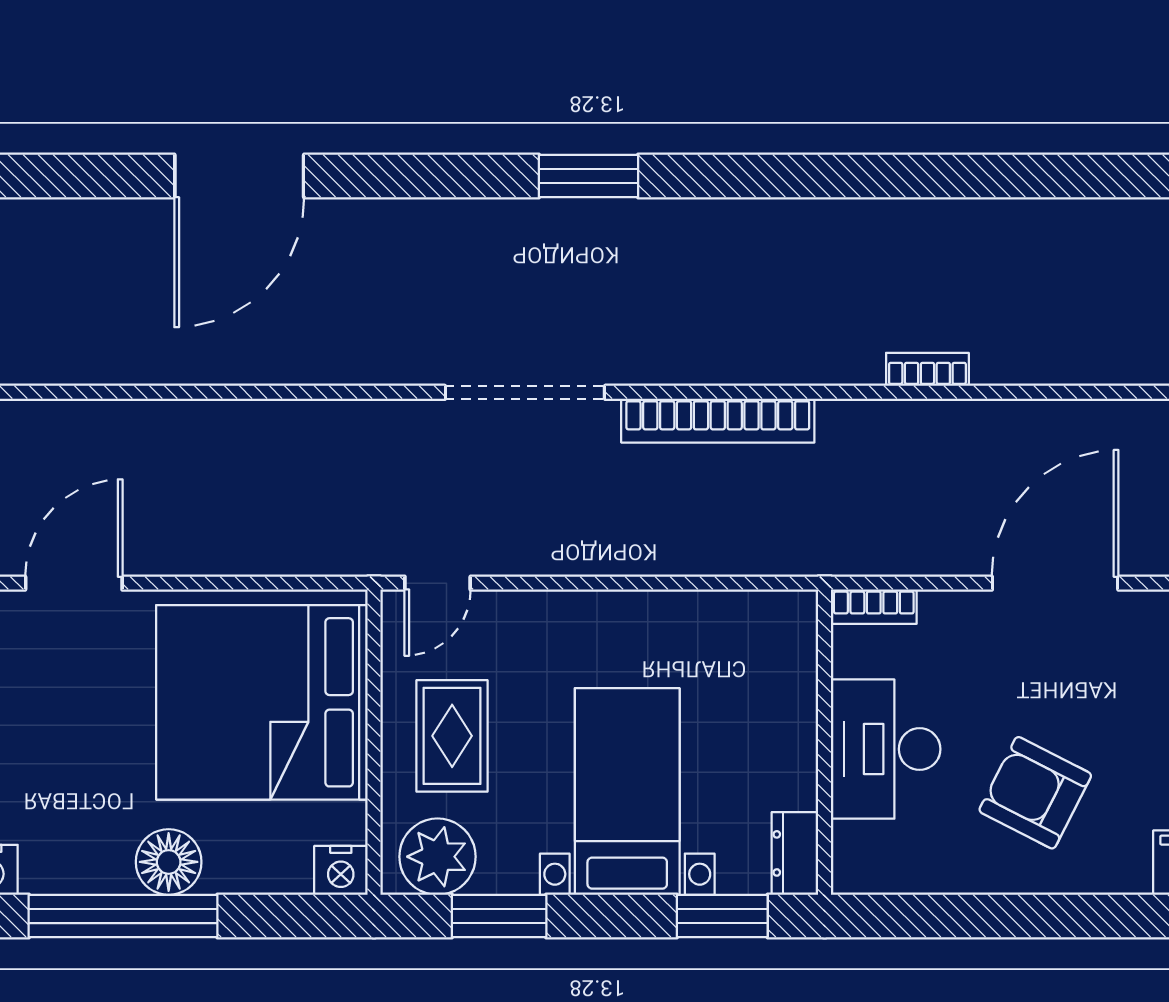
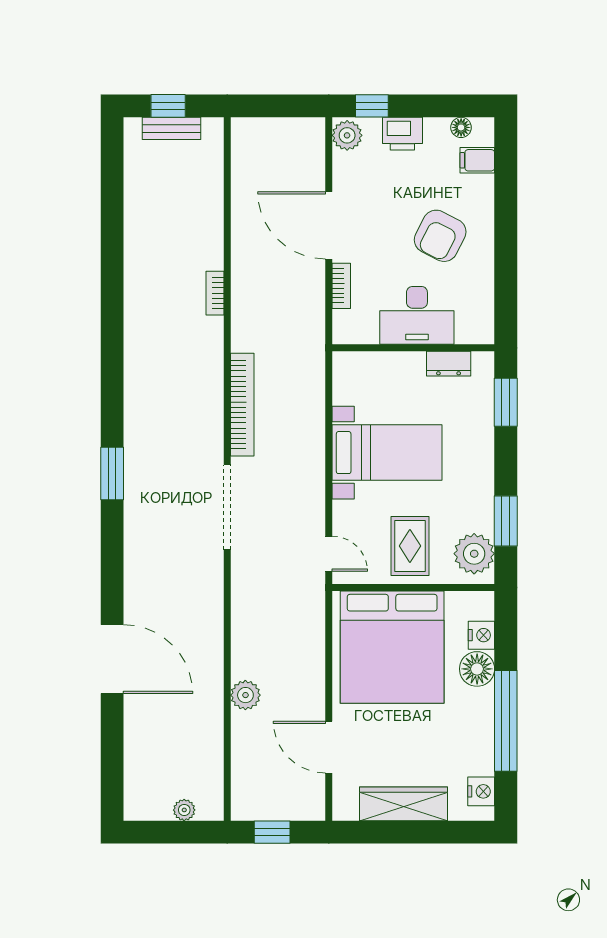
plant: (172, 427) -> (245, 695), added
bookcase: (874, 607) -> (341, 286), moved
rug: (452, 736) -> (410, 546), turned 90
bed with nightstands: (627, 792) -> (387, 453), moved, turned 180
dresser: (795, 853) -> (449, 364), moved
floor lamp: (169, 862) -> (477, 669), moved
nightstand: (341, 870) -> (481, 635), moved

